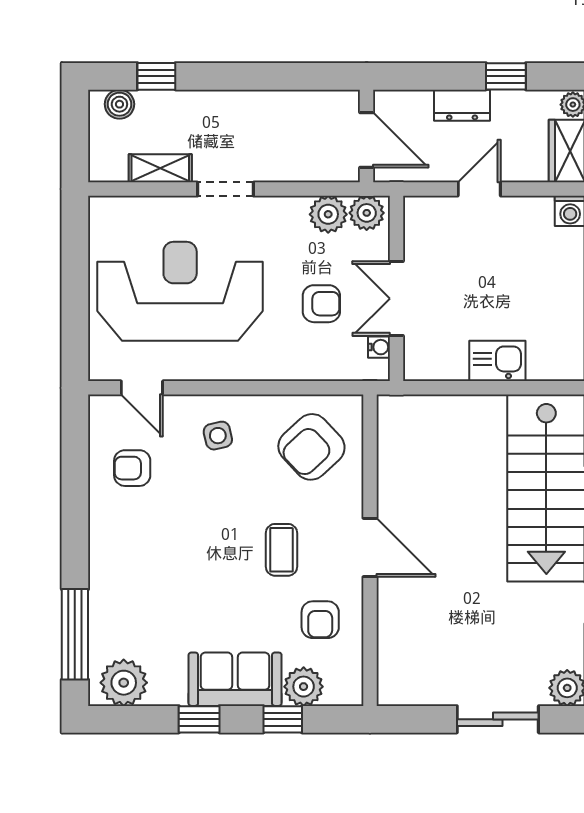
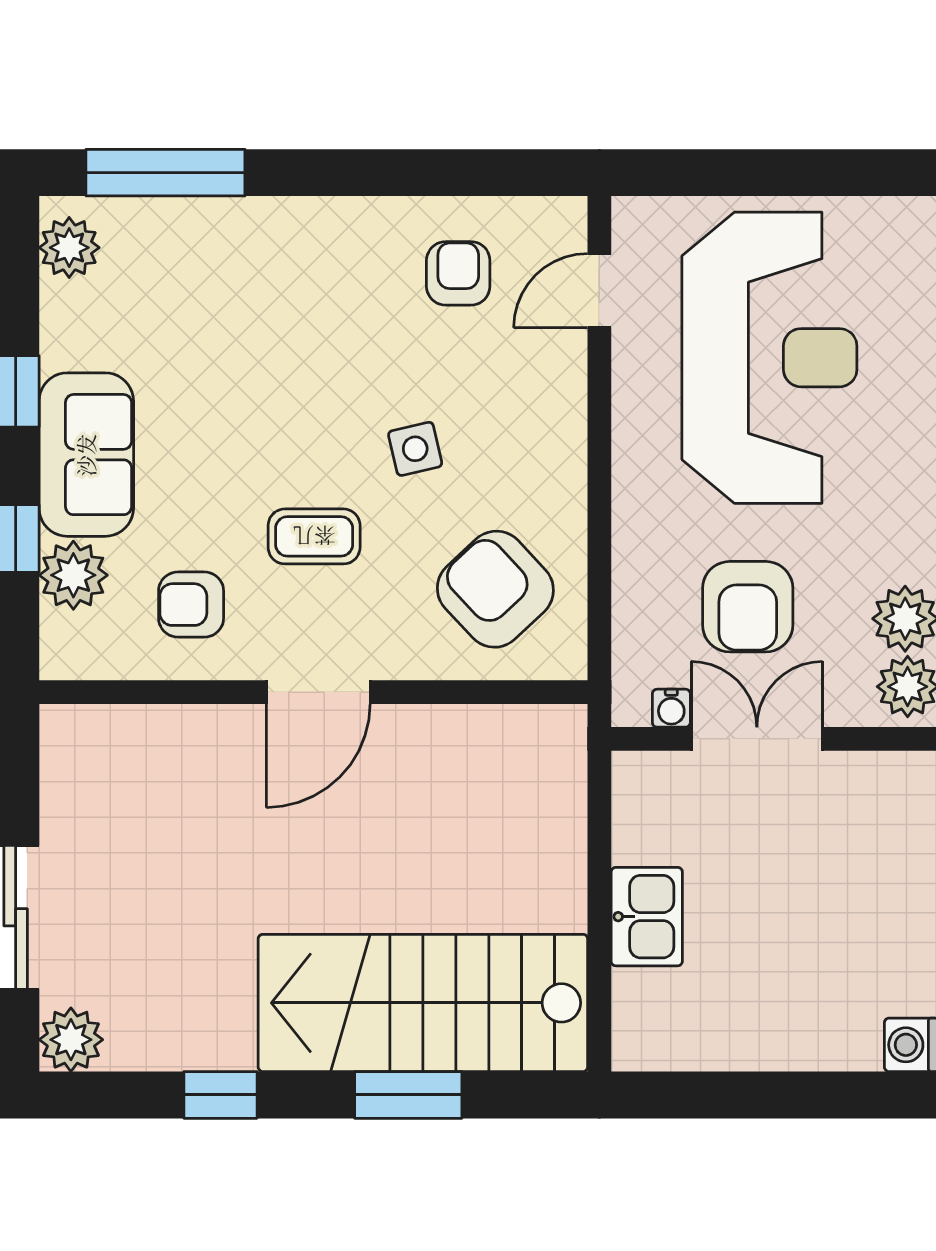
armchair: (321, 304) -> (748, 607), width x1.38, depth x1.38
side table: (218, 436) -> (415, 449), moved
plant: (124, 683) -> (69, 248), width x0.73, depth x0.73

